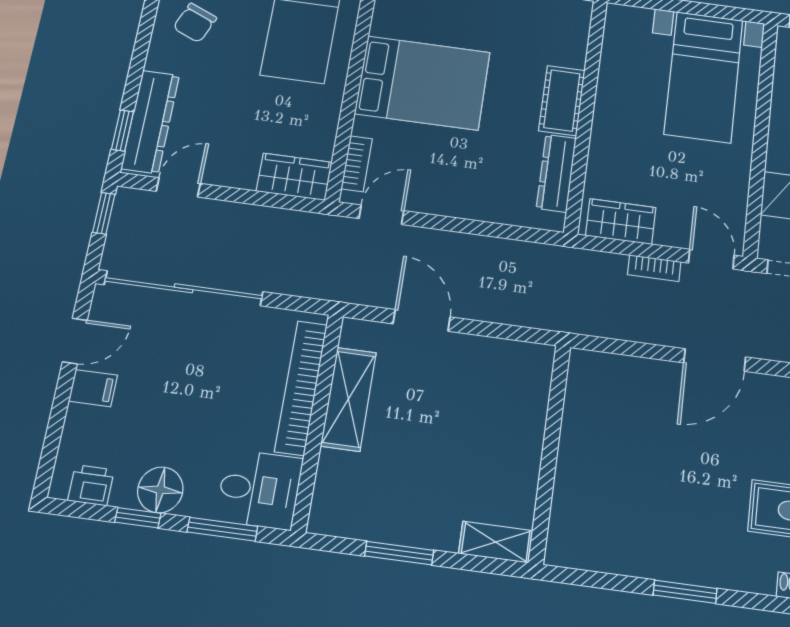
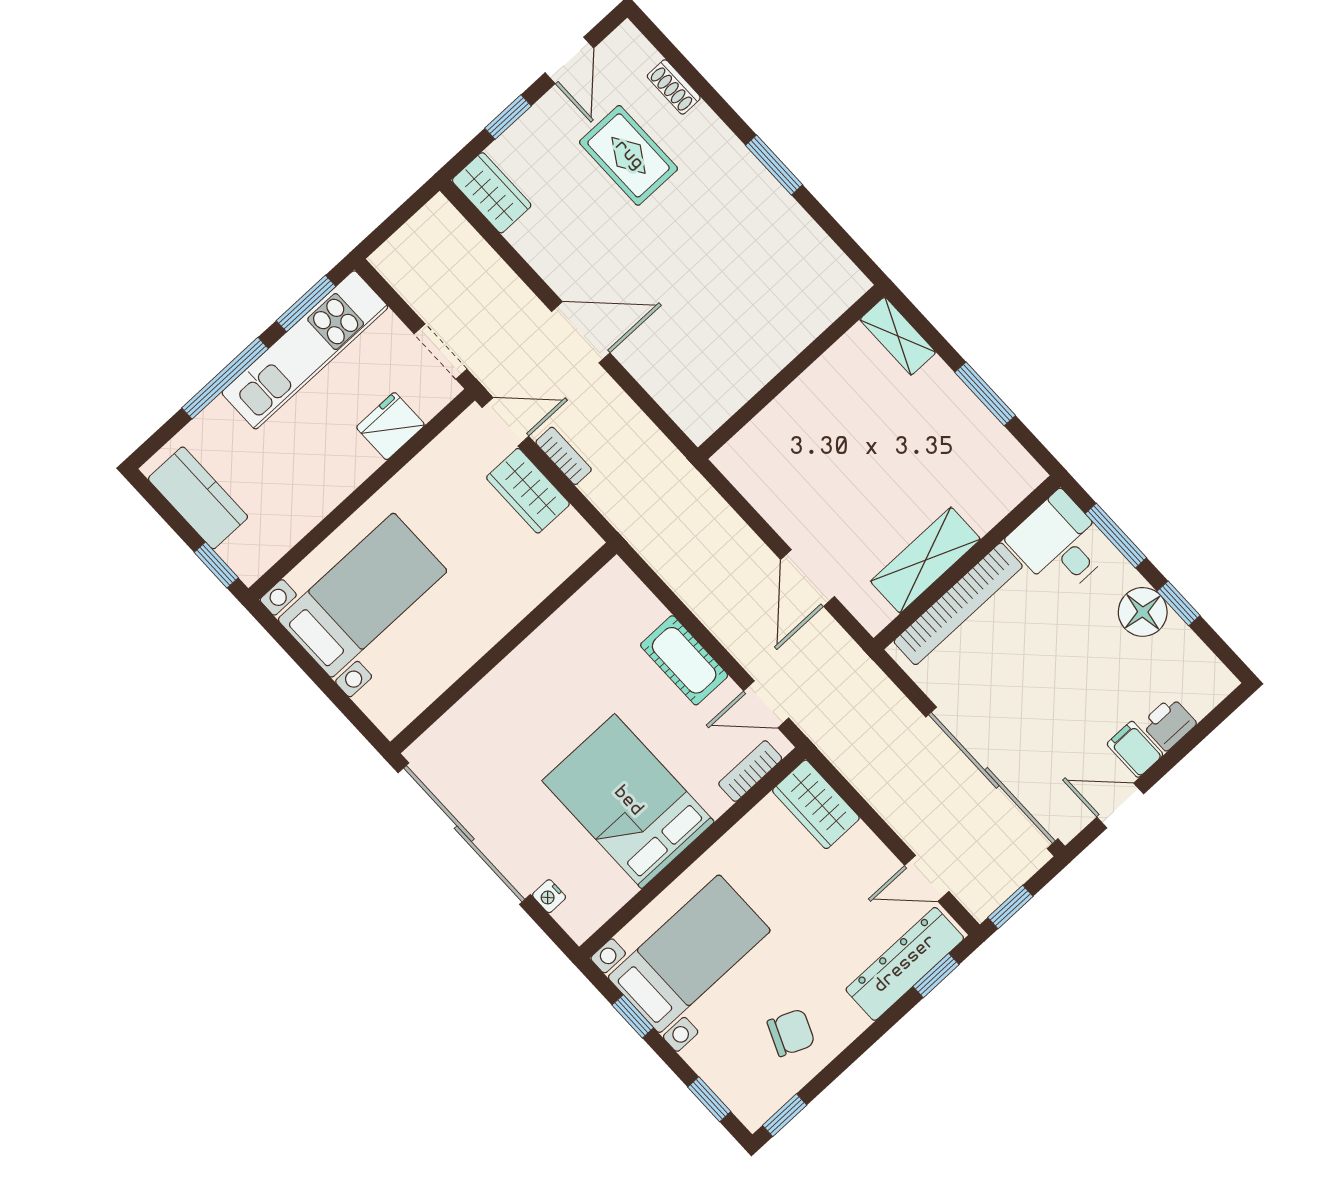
cot: (562, 101) -> (684, 660), moved, turned 90
dresser: (556, 173) -> (577, 615), removed
wardrobe: (621, 222) -> (528, 491), moved
door: (711, 259) -> (505, 422), swing flipped
printer: (91, 485) -> (1169, 724), moved, turned 90

